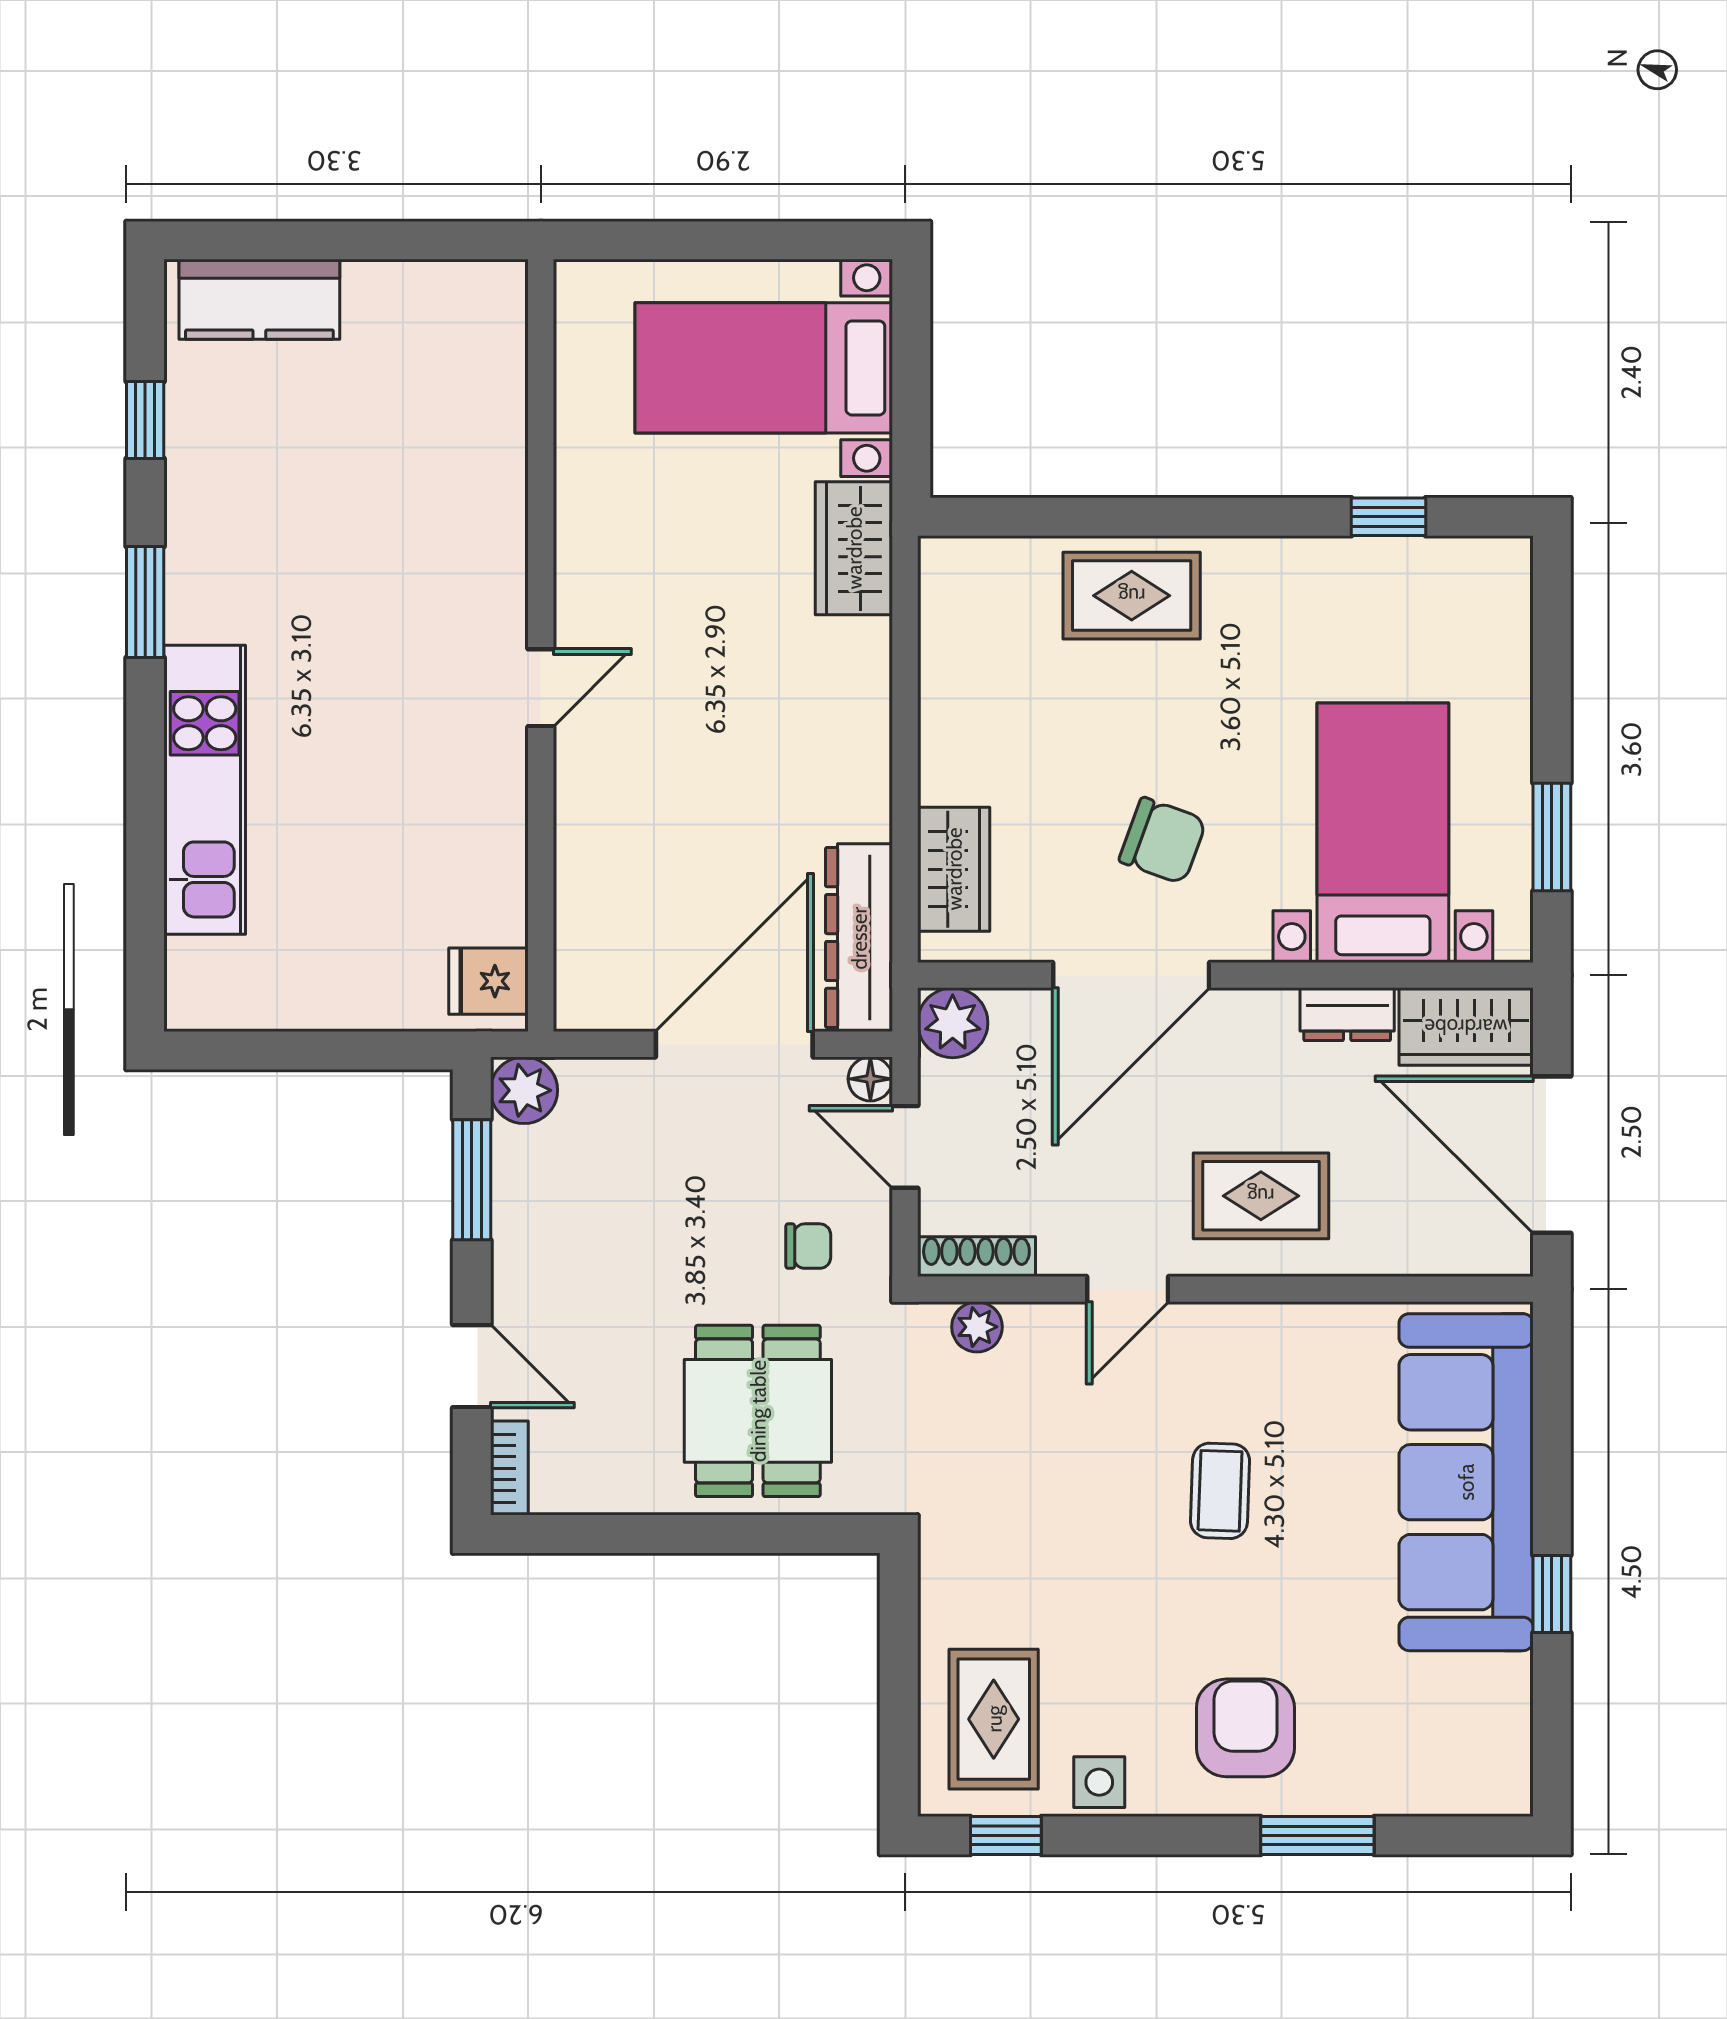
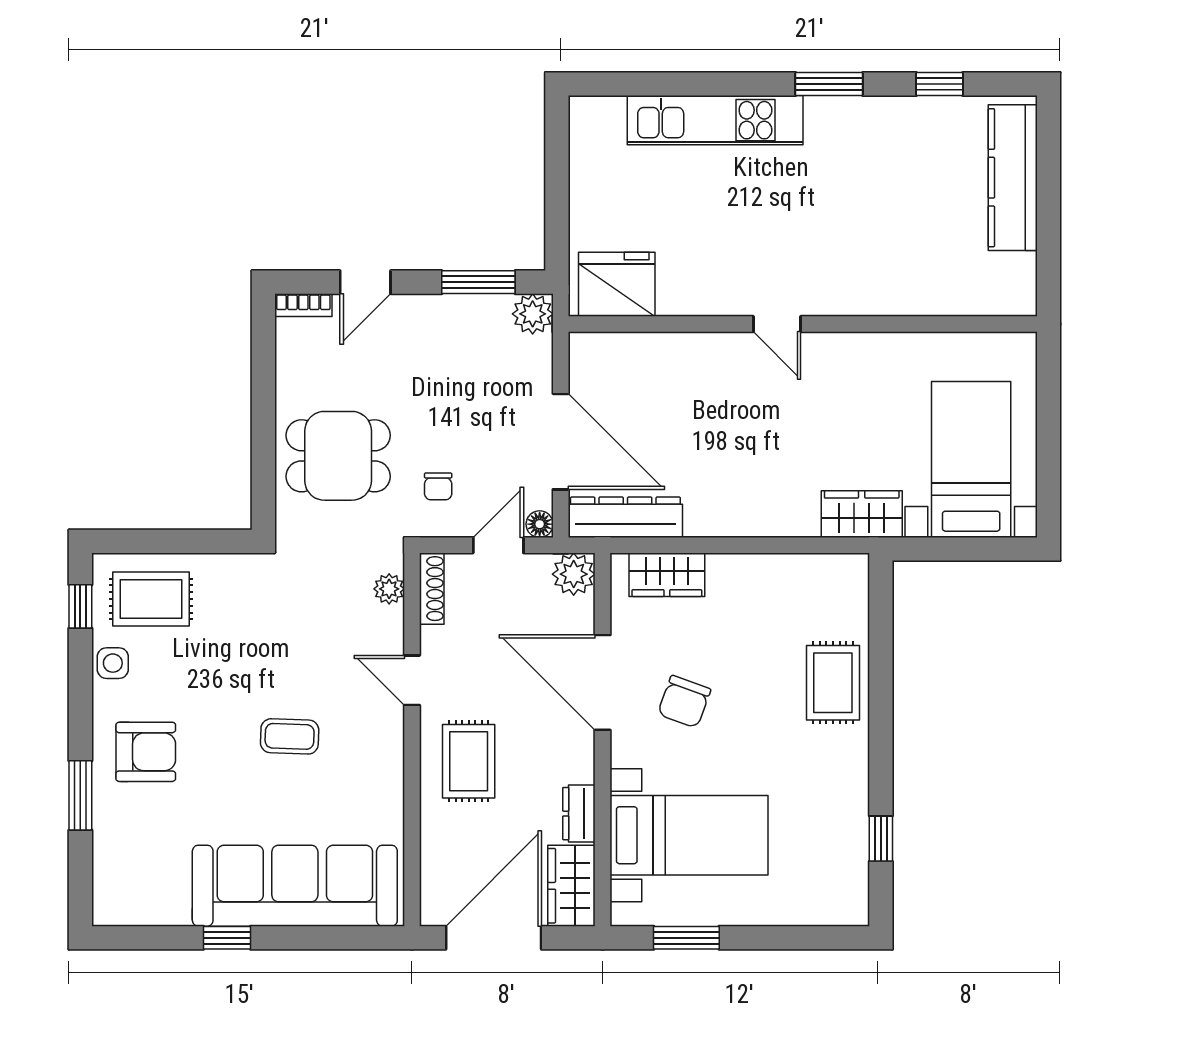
kitchen counter: (259, 299) -> (1013, 178), width x1.50
fridge: (489, 981) -> (617, 284), width x1.88, depth x1.34

